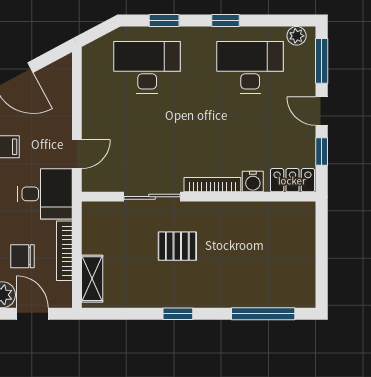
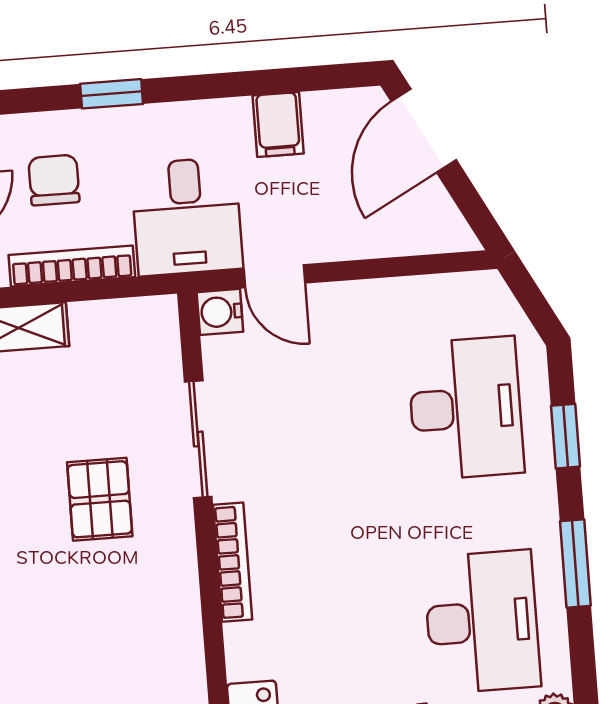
window: (226, 20) -> (575, 563), width x1.50
water cooler: (253, 182) -> (220, 312), moved

